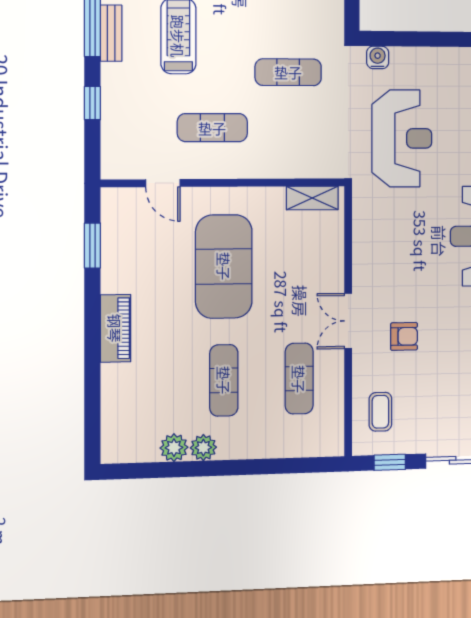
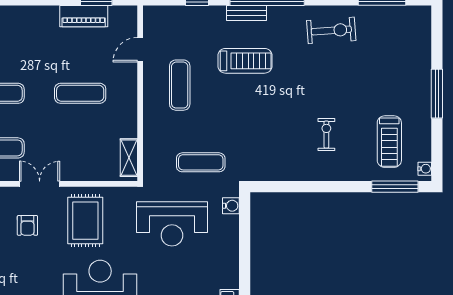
exercise mat: (288, 72) -> (201, 162), moved, turned 90
rug: (397, 257) -> (85, 221), added
exercise mat: (224, 266) -> (80, 93), width x0.50, depth x0.69
piano: (115, 328) -> (84, 16), moved

